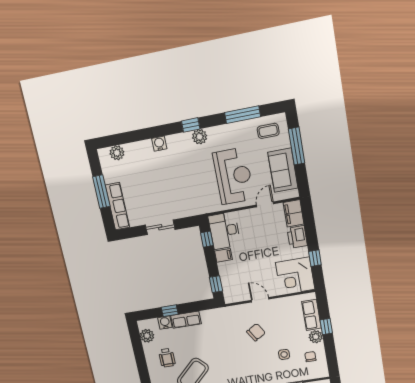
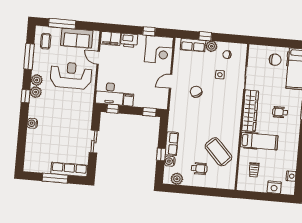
plant: (117, 153) -> (37, 80), moved

